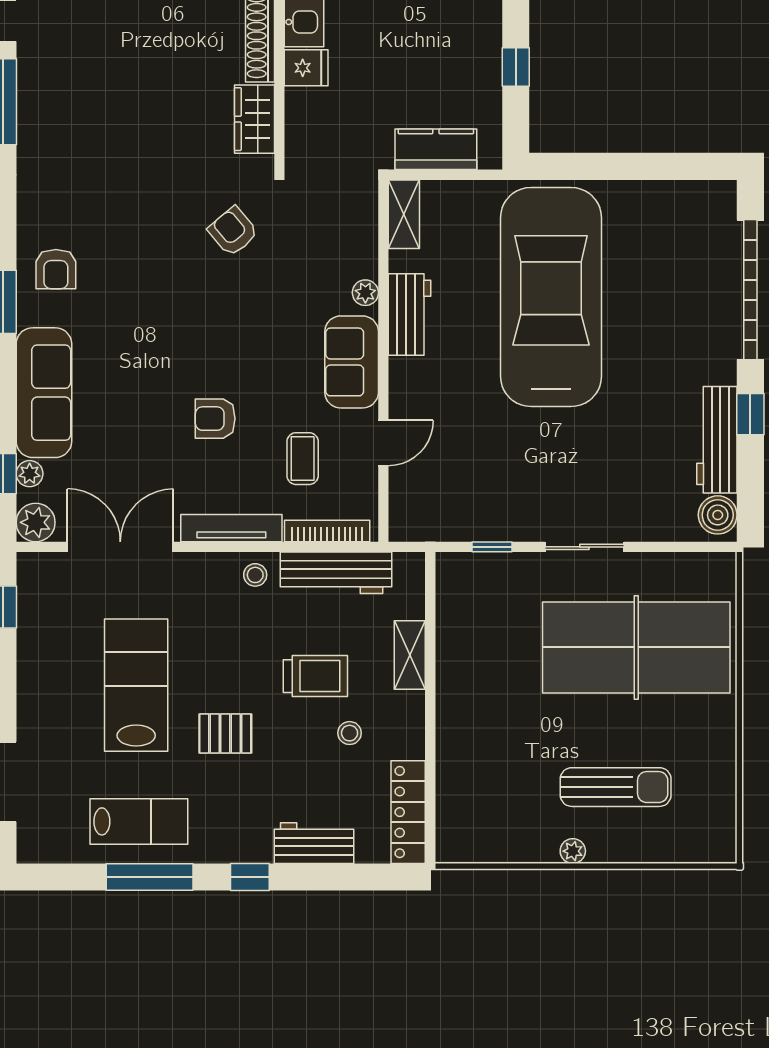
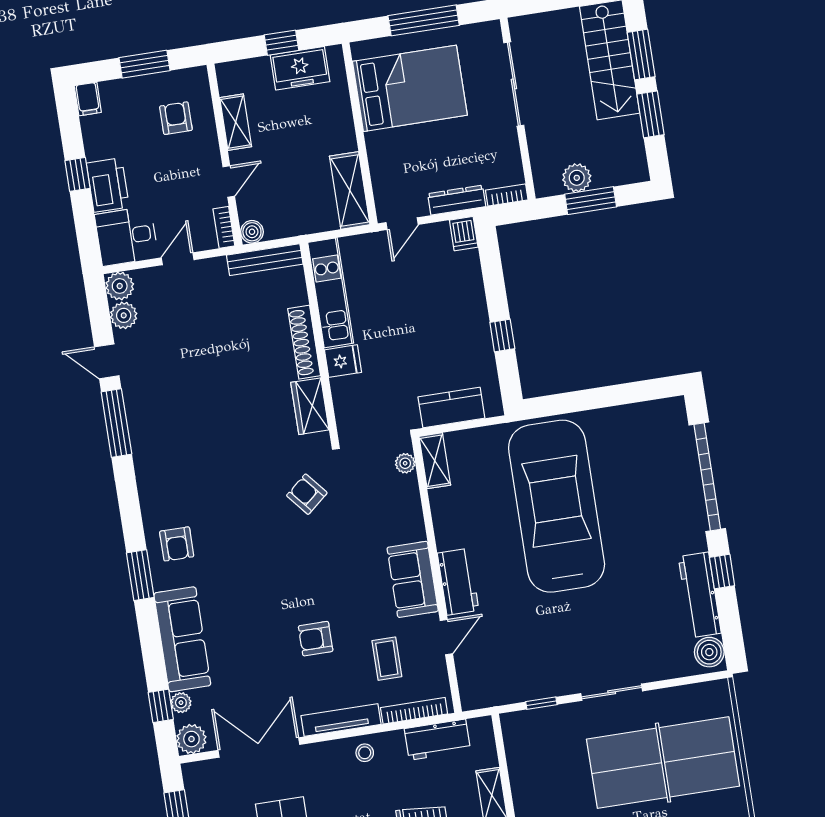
plant: (365, 293) -> (405, 463), moved
workbench: (409, 314) -> (458, 582), moved
workbench: (336, 573) -> (437, 740), width x0.73

